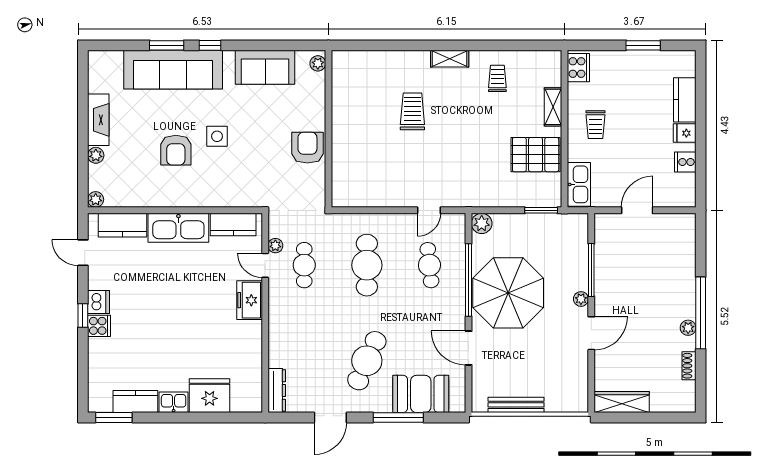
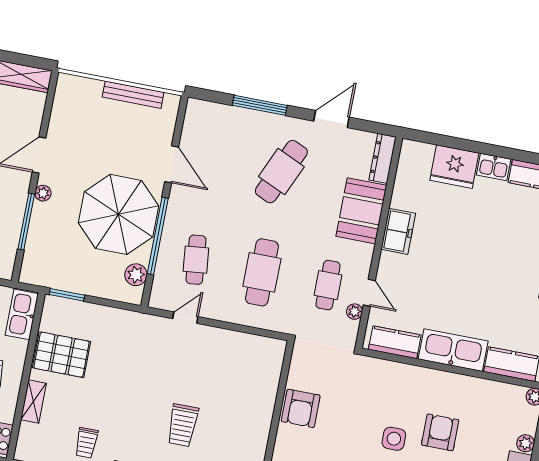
plant: (482, 223) -> (136, 275), moved
freezer: (250, 300) -> (398, 231), moved
booth: (421, 394) -> (361, 211), moved, turned 90

